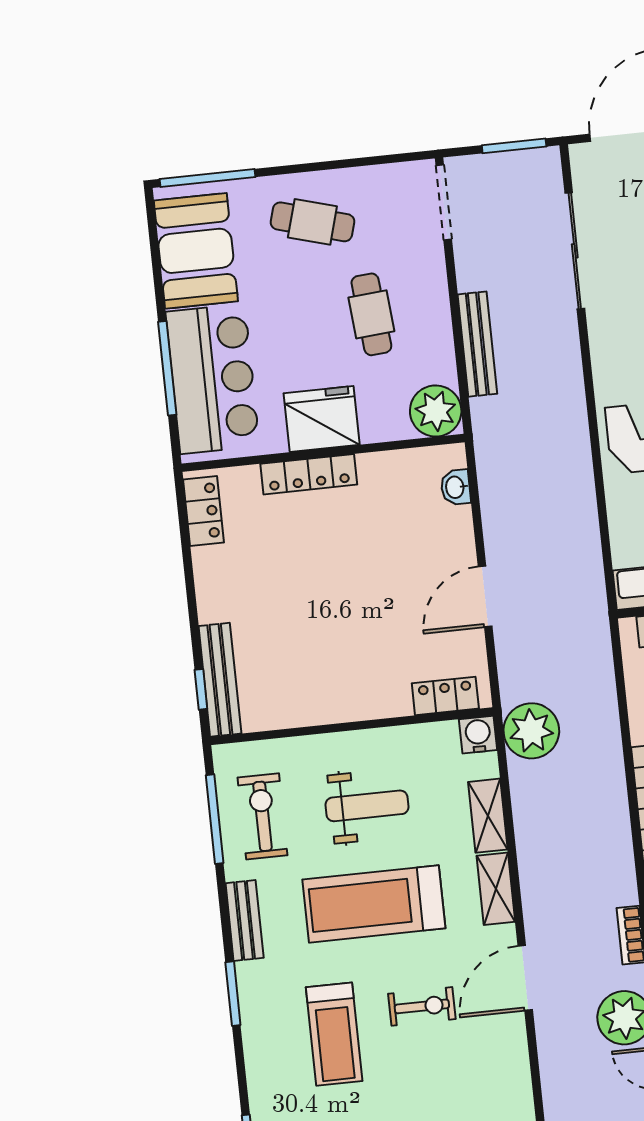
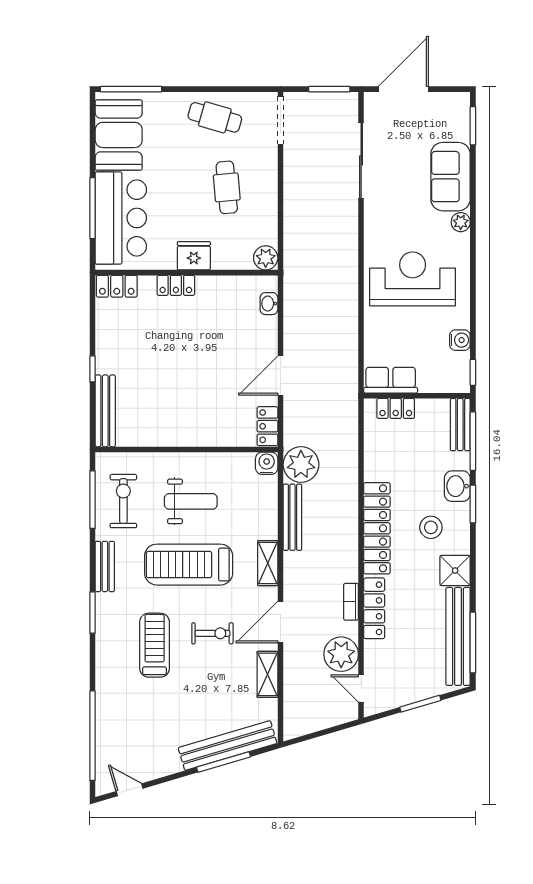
cafe table: (312, 222) -> (215, 117), moved
bench: (477, 344) -> (292, 517), moved
plant: (436, 411) -> (266, 258), width x0.73, depth x0.73
fridge: (322, 419) -> (194, 256), width x0.73, depth x0.75
locker: (309, 474) -> (176, 285), width x0.66
locker: (203, 511) -> (117, 286), moved, turned 90
window: (201, 689) -> (93, 369), moved
locker: (445, 696) -> (267, 426), moved, turned -90
shelving: (488, 816) -> (267, 674), moved
treadmill: (334, 1034) -> (155, 645), turned 180

